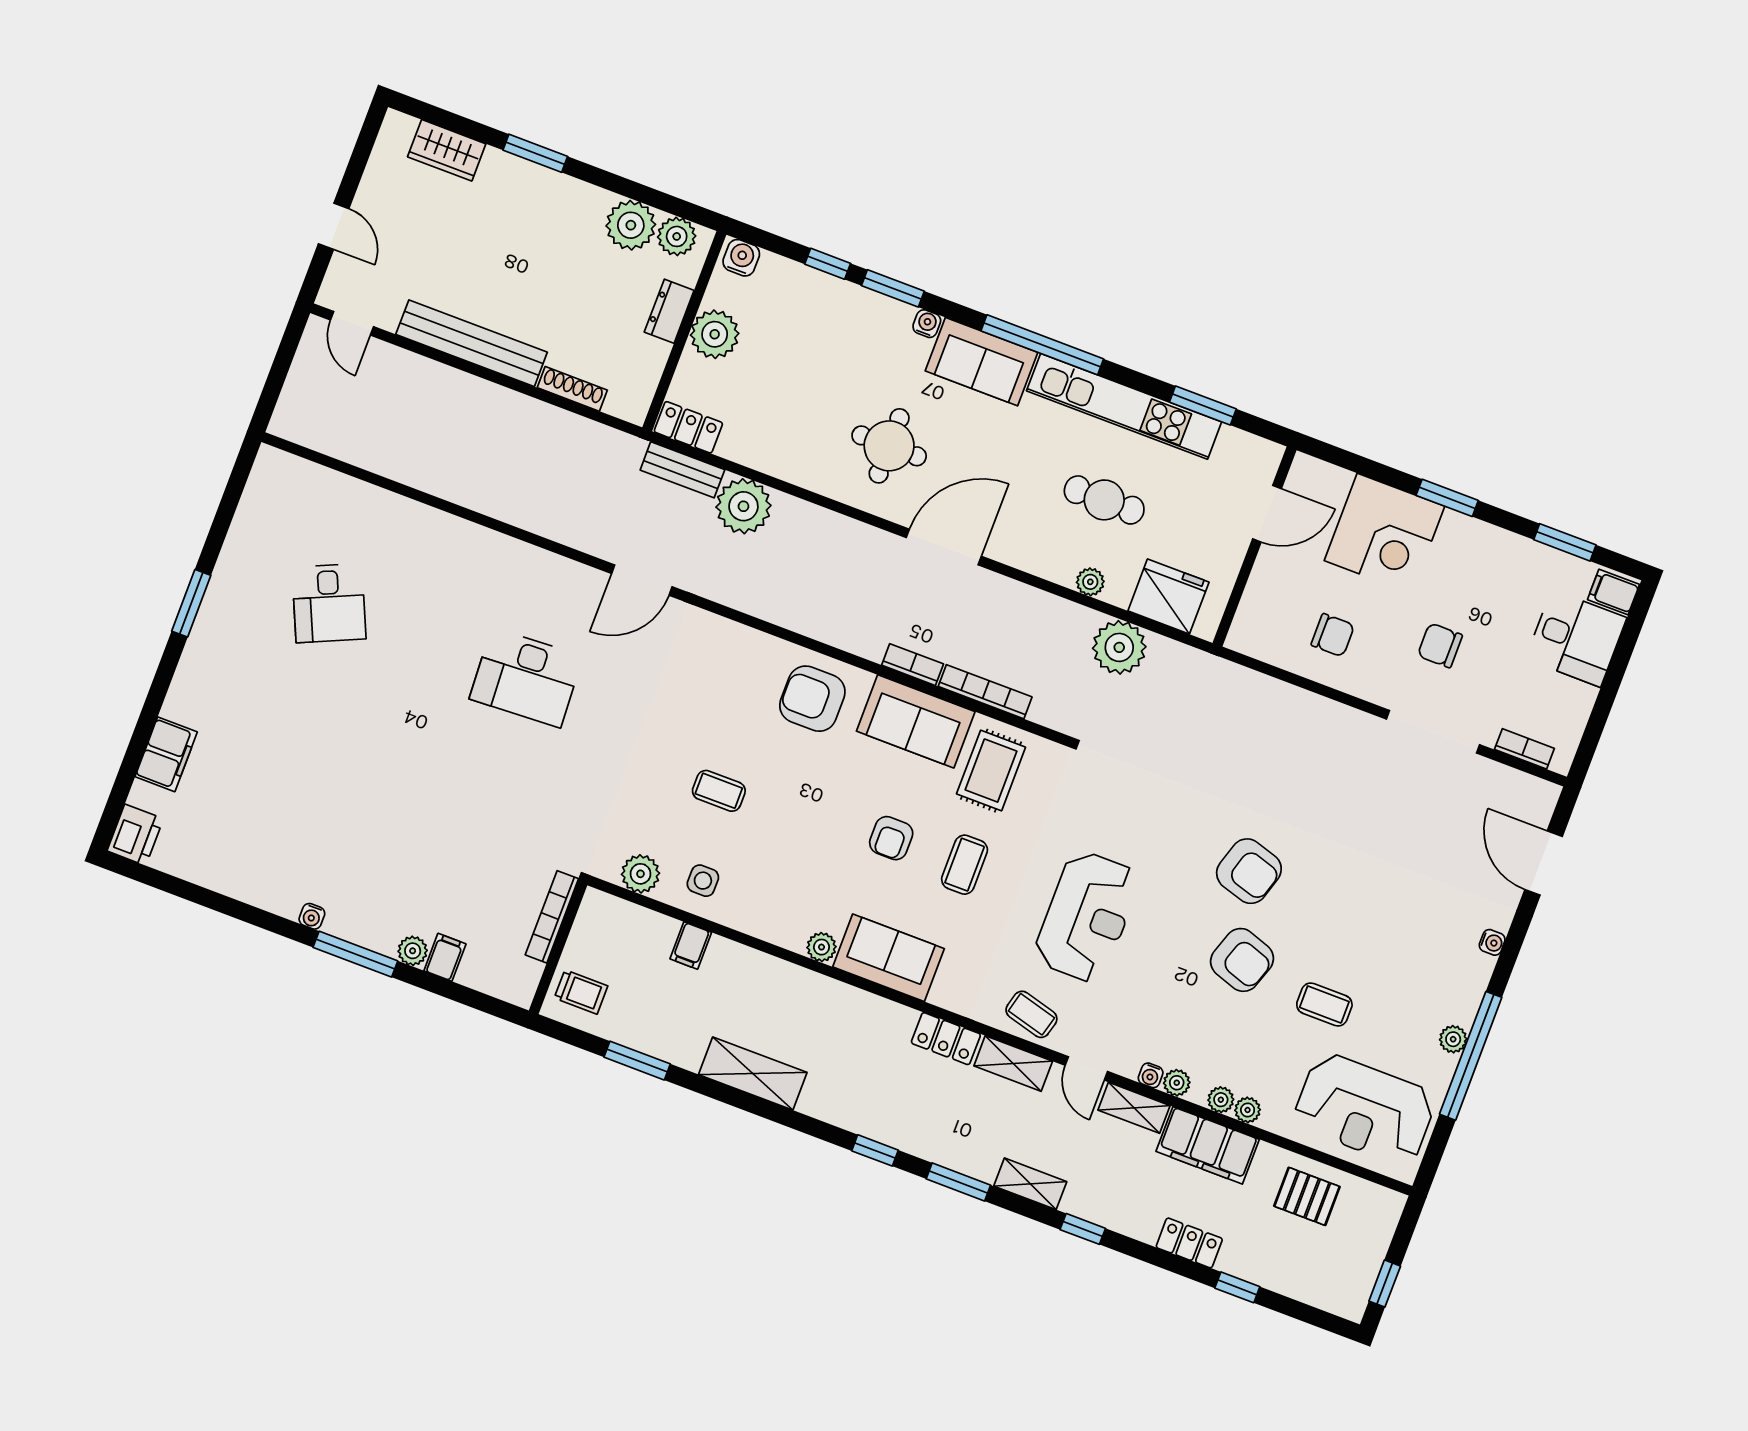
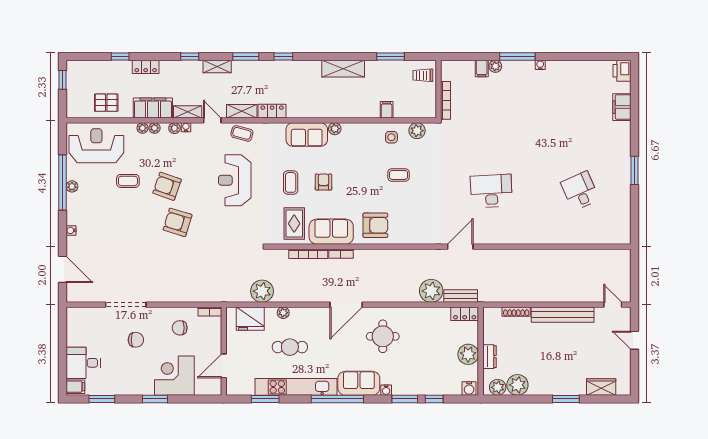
bookcase: (1524, 749) -> (210, 312), moved

